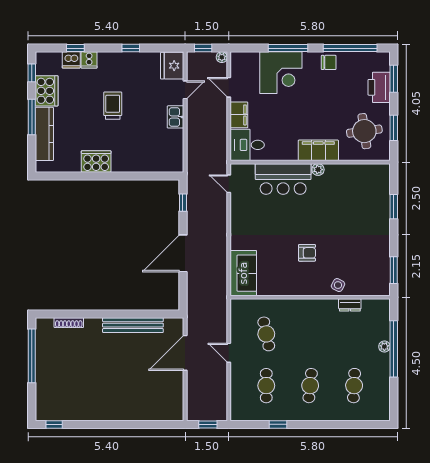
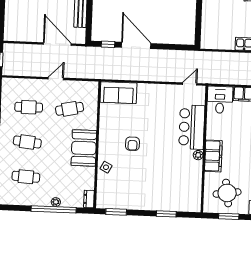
window: (183, 203) -> (108, 44), moved
dresser: (350, 305) -> (89, 199), moved
booth: (315, 314) -> (84, 148), added

